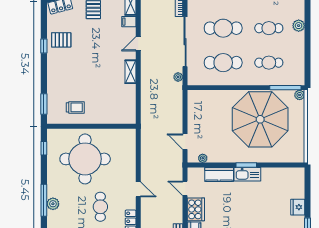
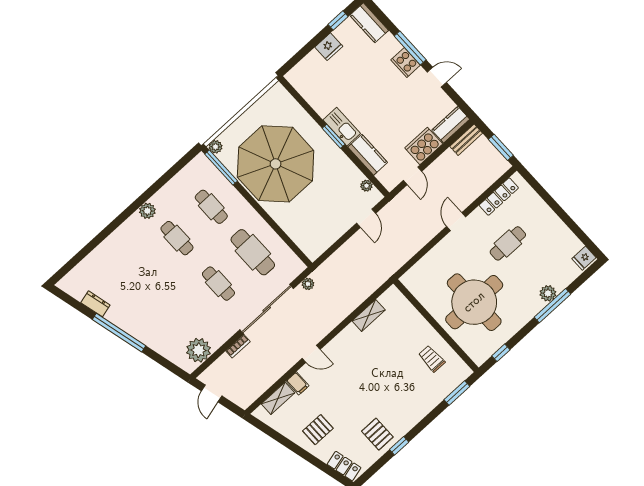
cafe table: (223, 28) -> (218, 284), width x0.73, depth x0.74
shelving: (131, 72) -> (369, 315), moved

